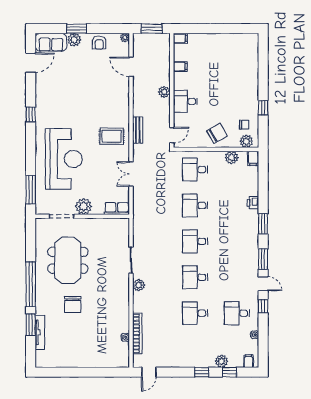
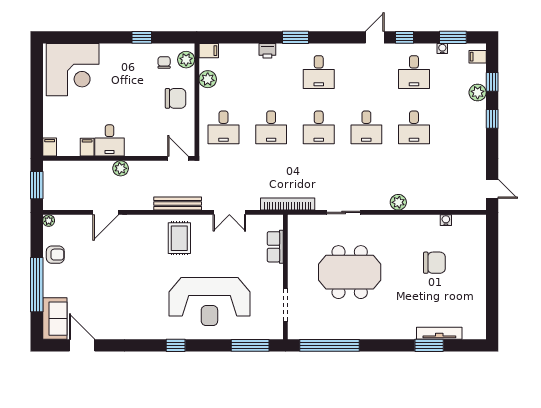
window: (77, 29) -> (37, 285), width x2.11
plant: (74, 40) -> (52, 288), removed
corner desk: (239, 56) -> (73, 70), added
door: (131, 67) -> (106, 212), moved
desk: (185, 101) -> (110, 140), moved
window: (31, 114) -> (176, 345), moved
bench: (138, 130) -> (178, 204), width x1.36
chair: (217, 133) -> (176, 98), turned 120
reception desk: (64, 159) -> (209, 302), turned 180
plant: (84, 206) -> (272, 275), removed
row of seats: (117, 209) -> (275, 247), moved
desk: (237, 241) -> (319, 72), added
window: (263, 259) -> (453, 37), moved
meeting table: (68, 260) -> (350, 272), moved
window: (31, 284) -> (329, 345), moved
plant: (139, 285) -> (398, 202), moved
chair: (73, 305) -> (434, 263), moved
bookcase: (137, 333) -> (288, 204), moved

